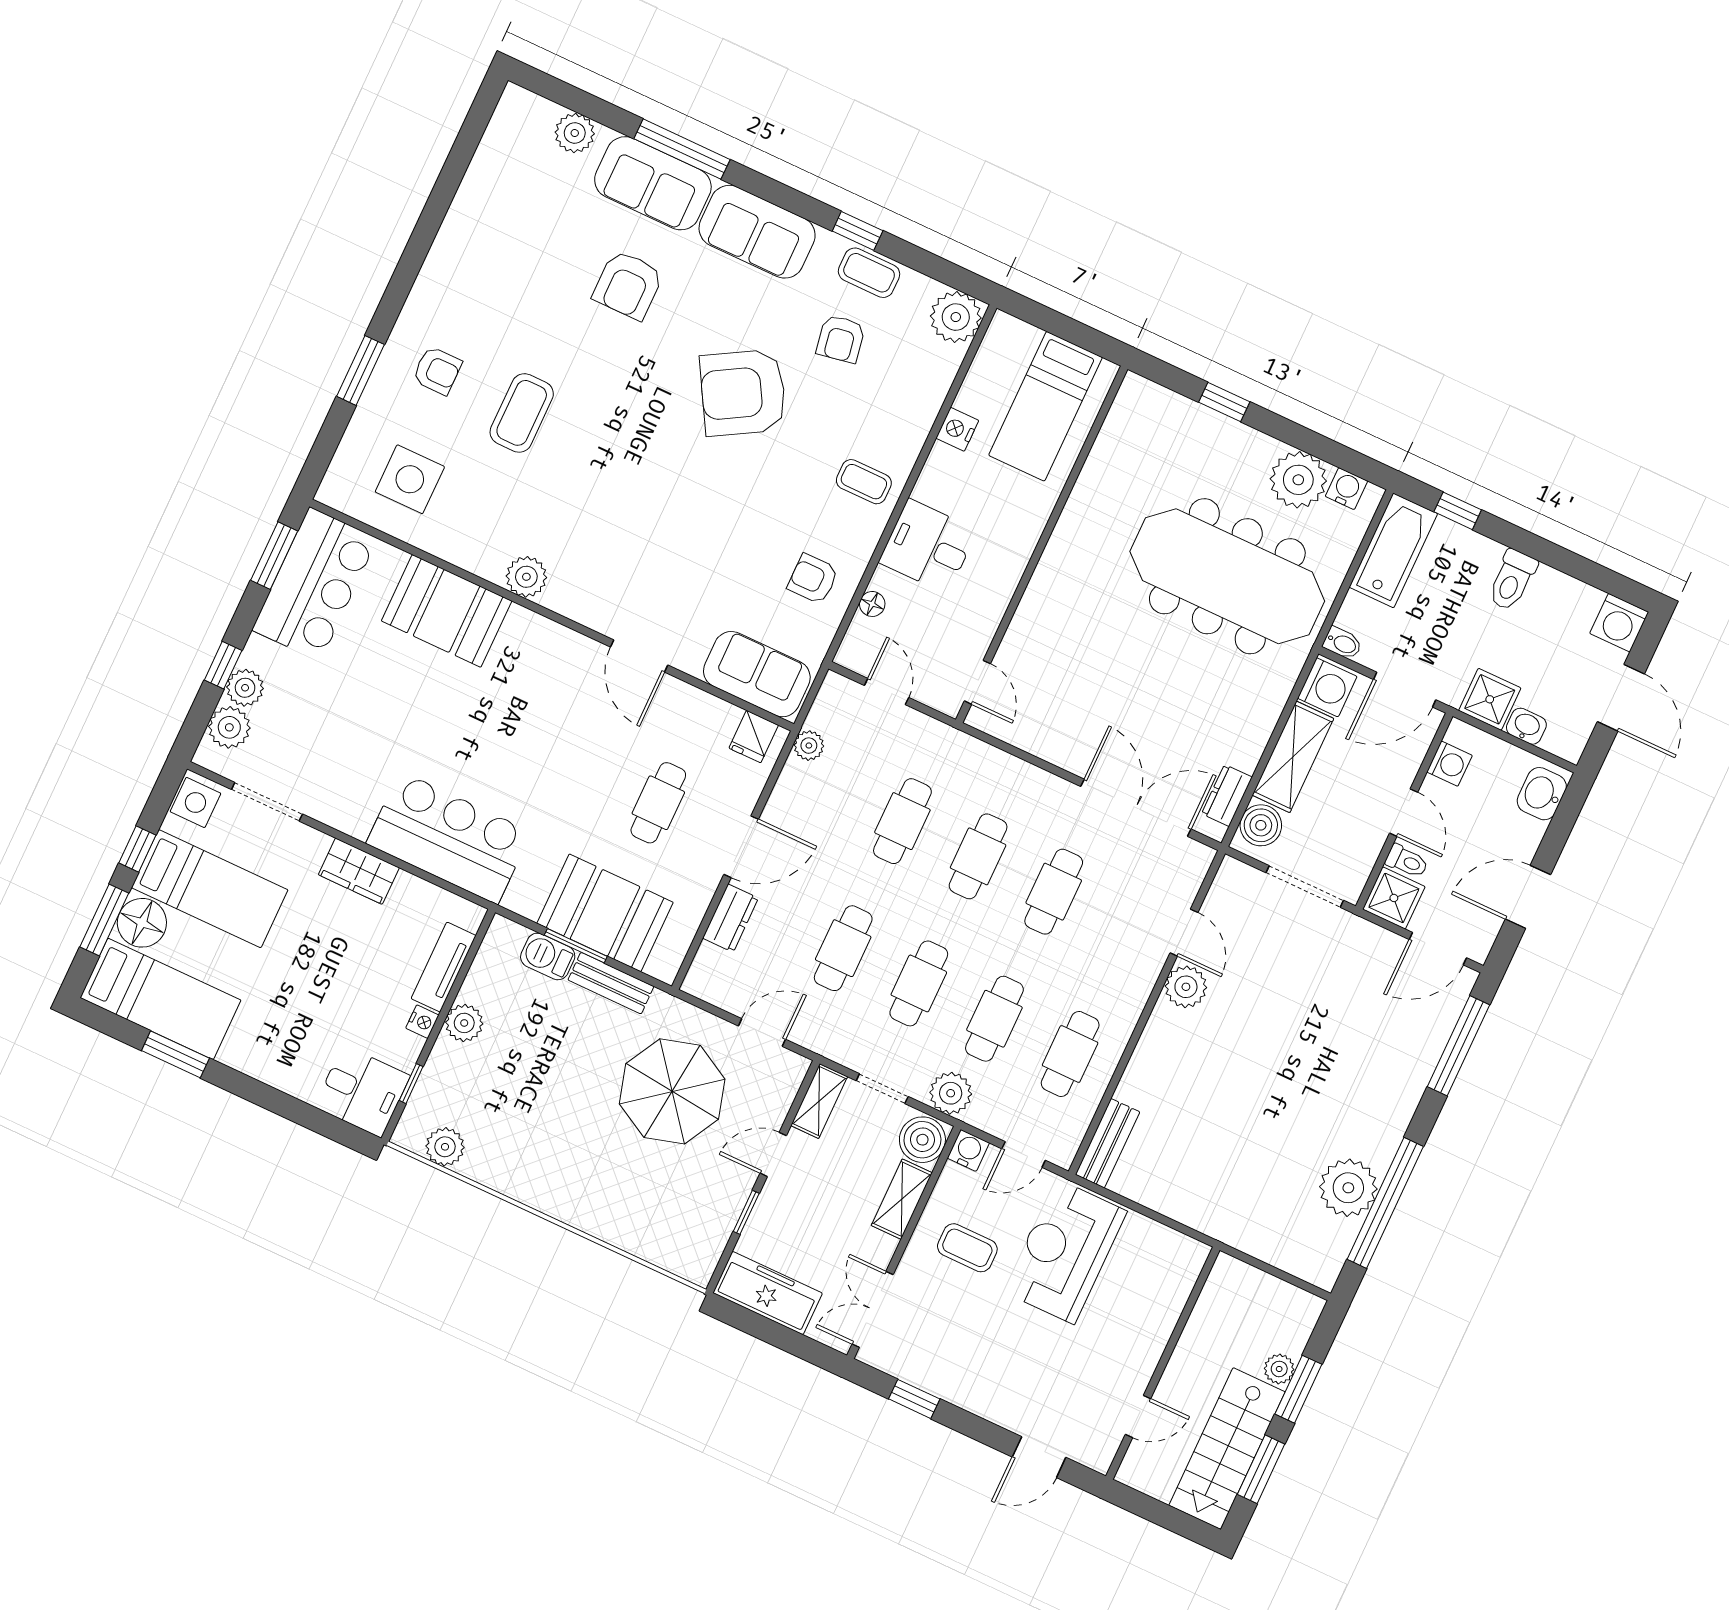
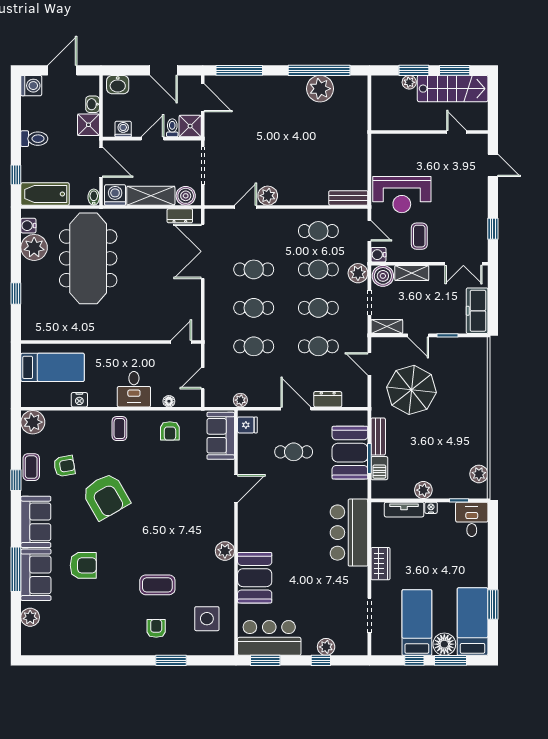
plant: (229, 727) -> (346, 646), removed
side table: (195, 802) -> (384, 645), removed

